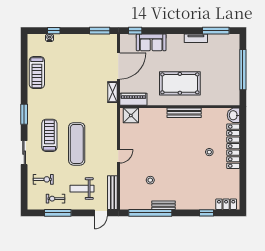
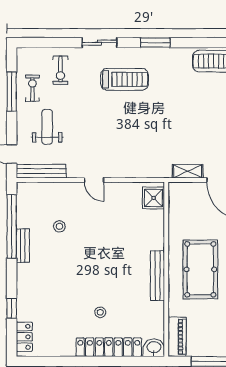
piano: (133, 99) -> (177, 337), moved
exercise mat: (77, 144) -> (112, 119), removed

